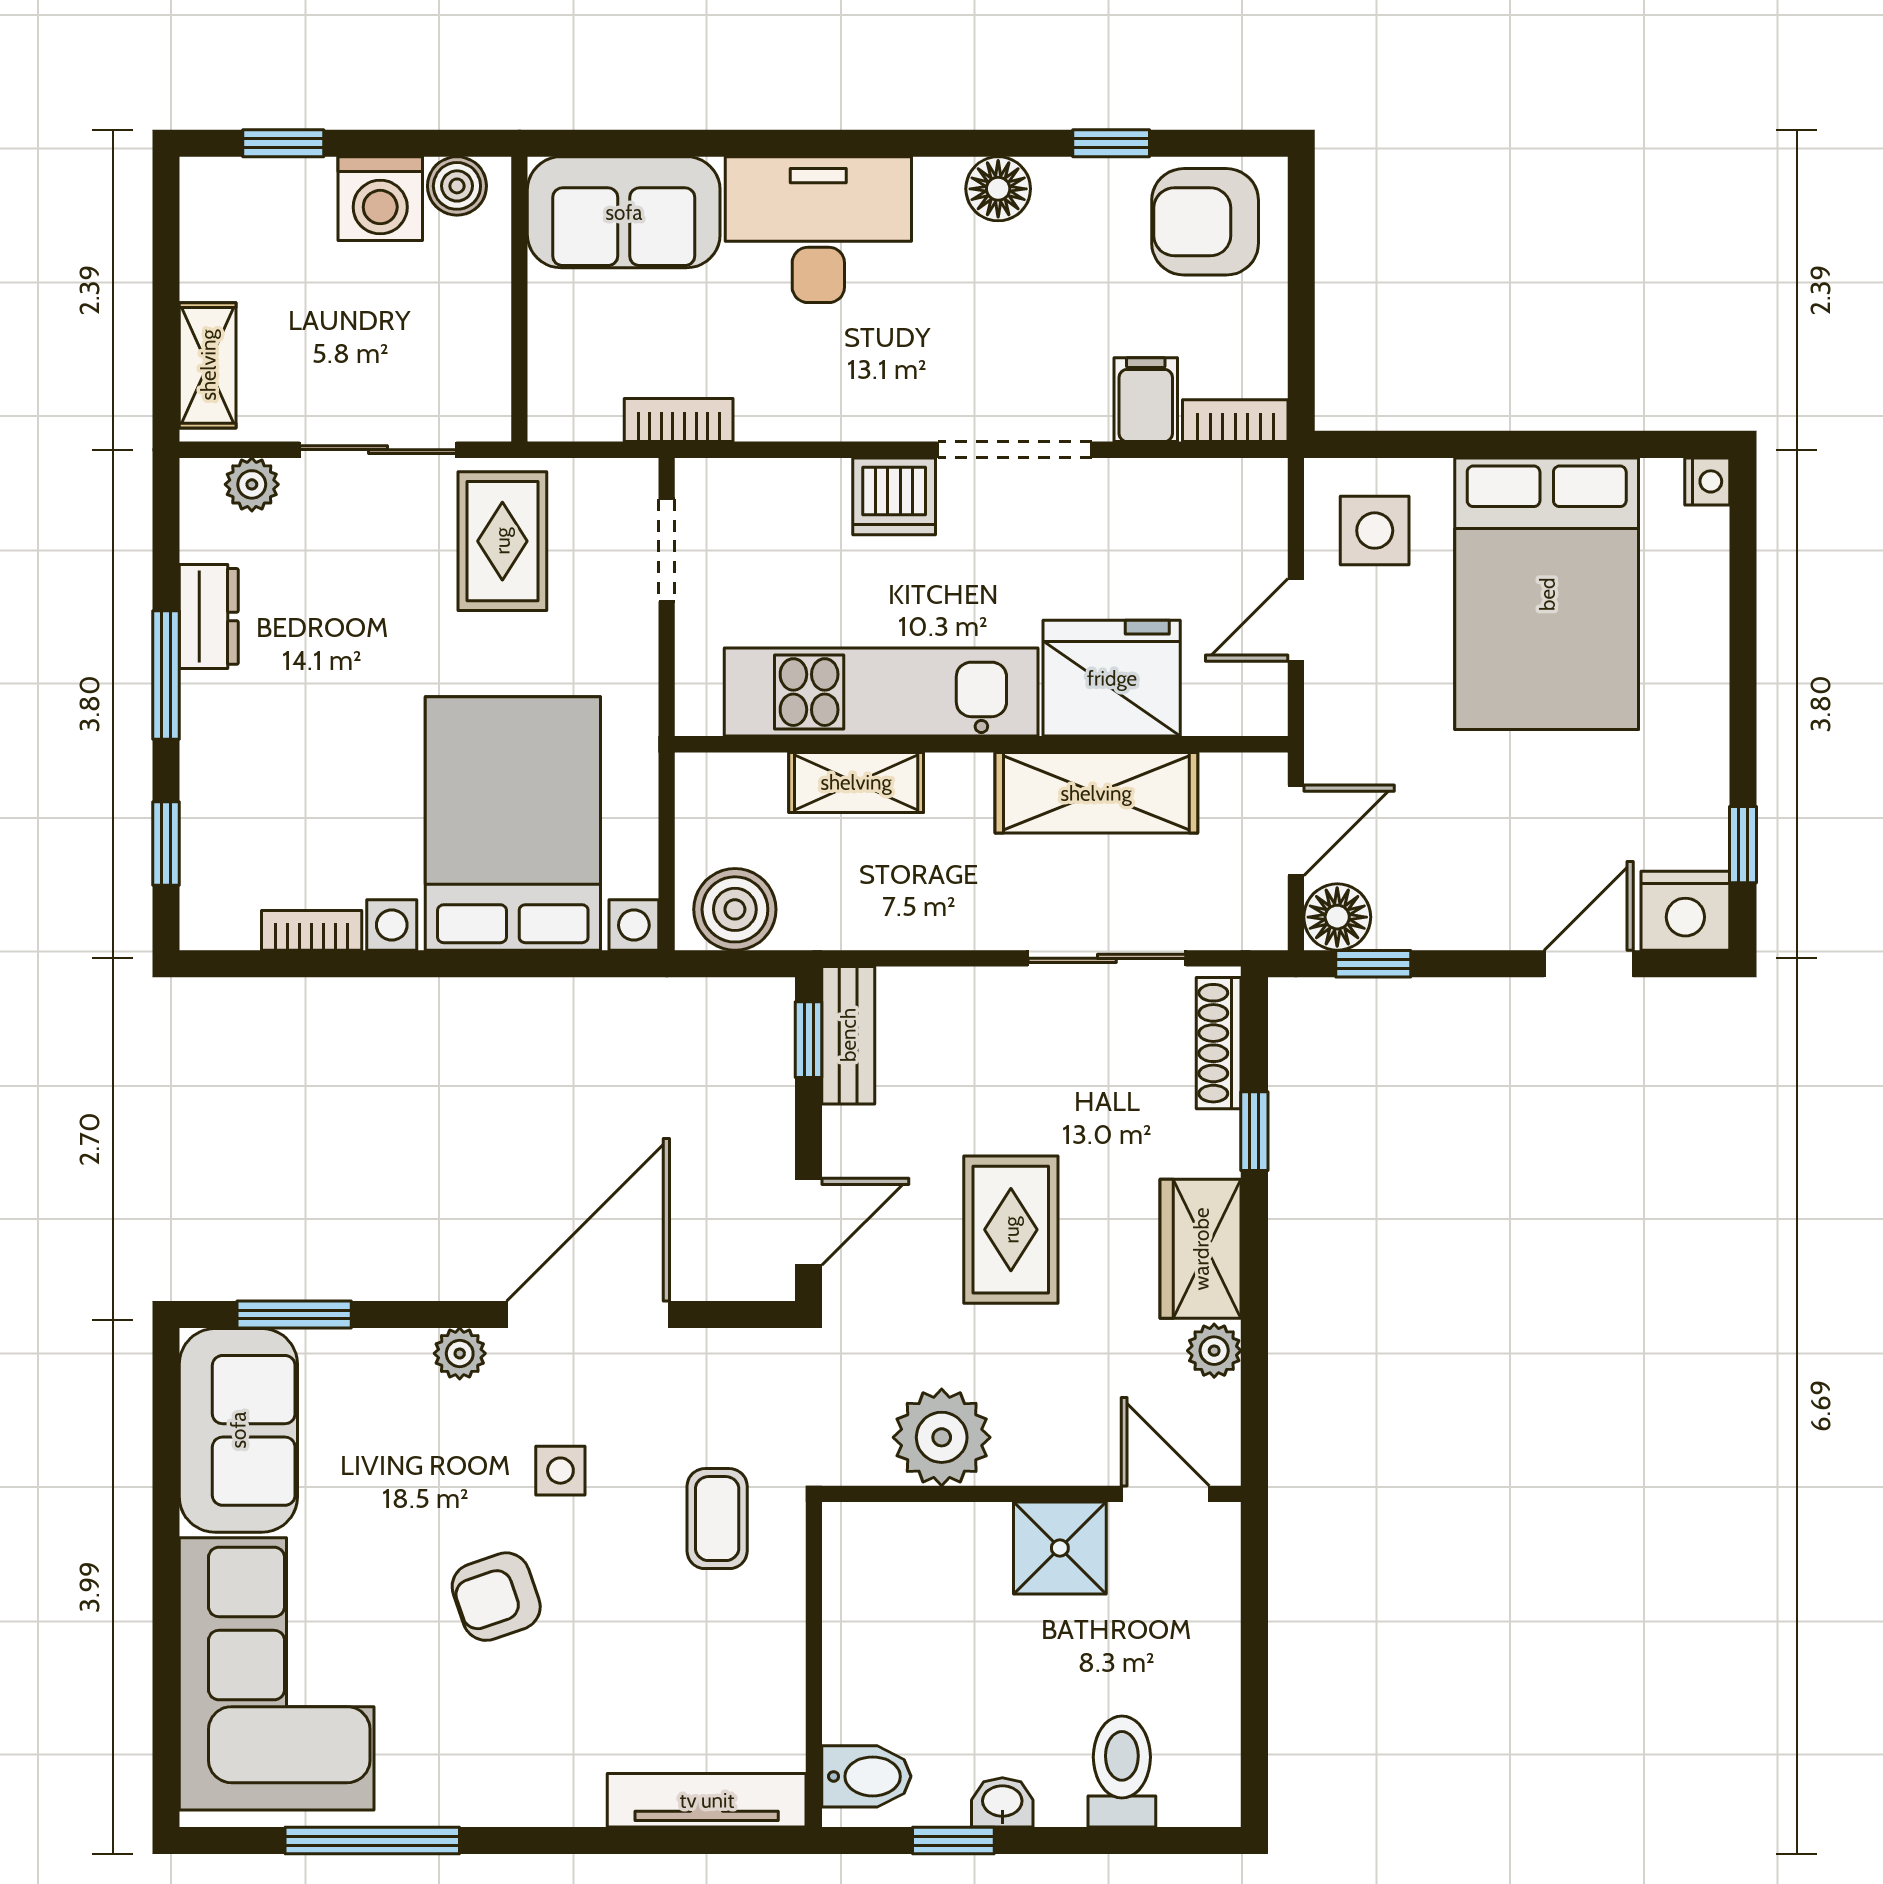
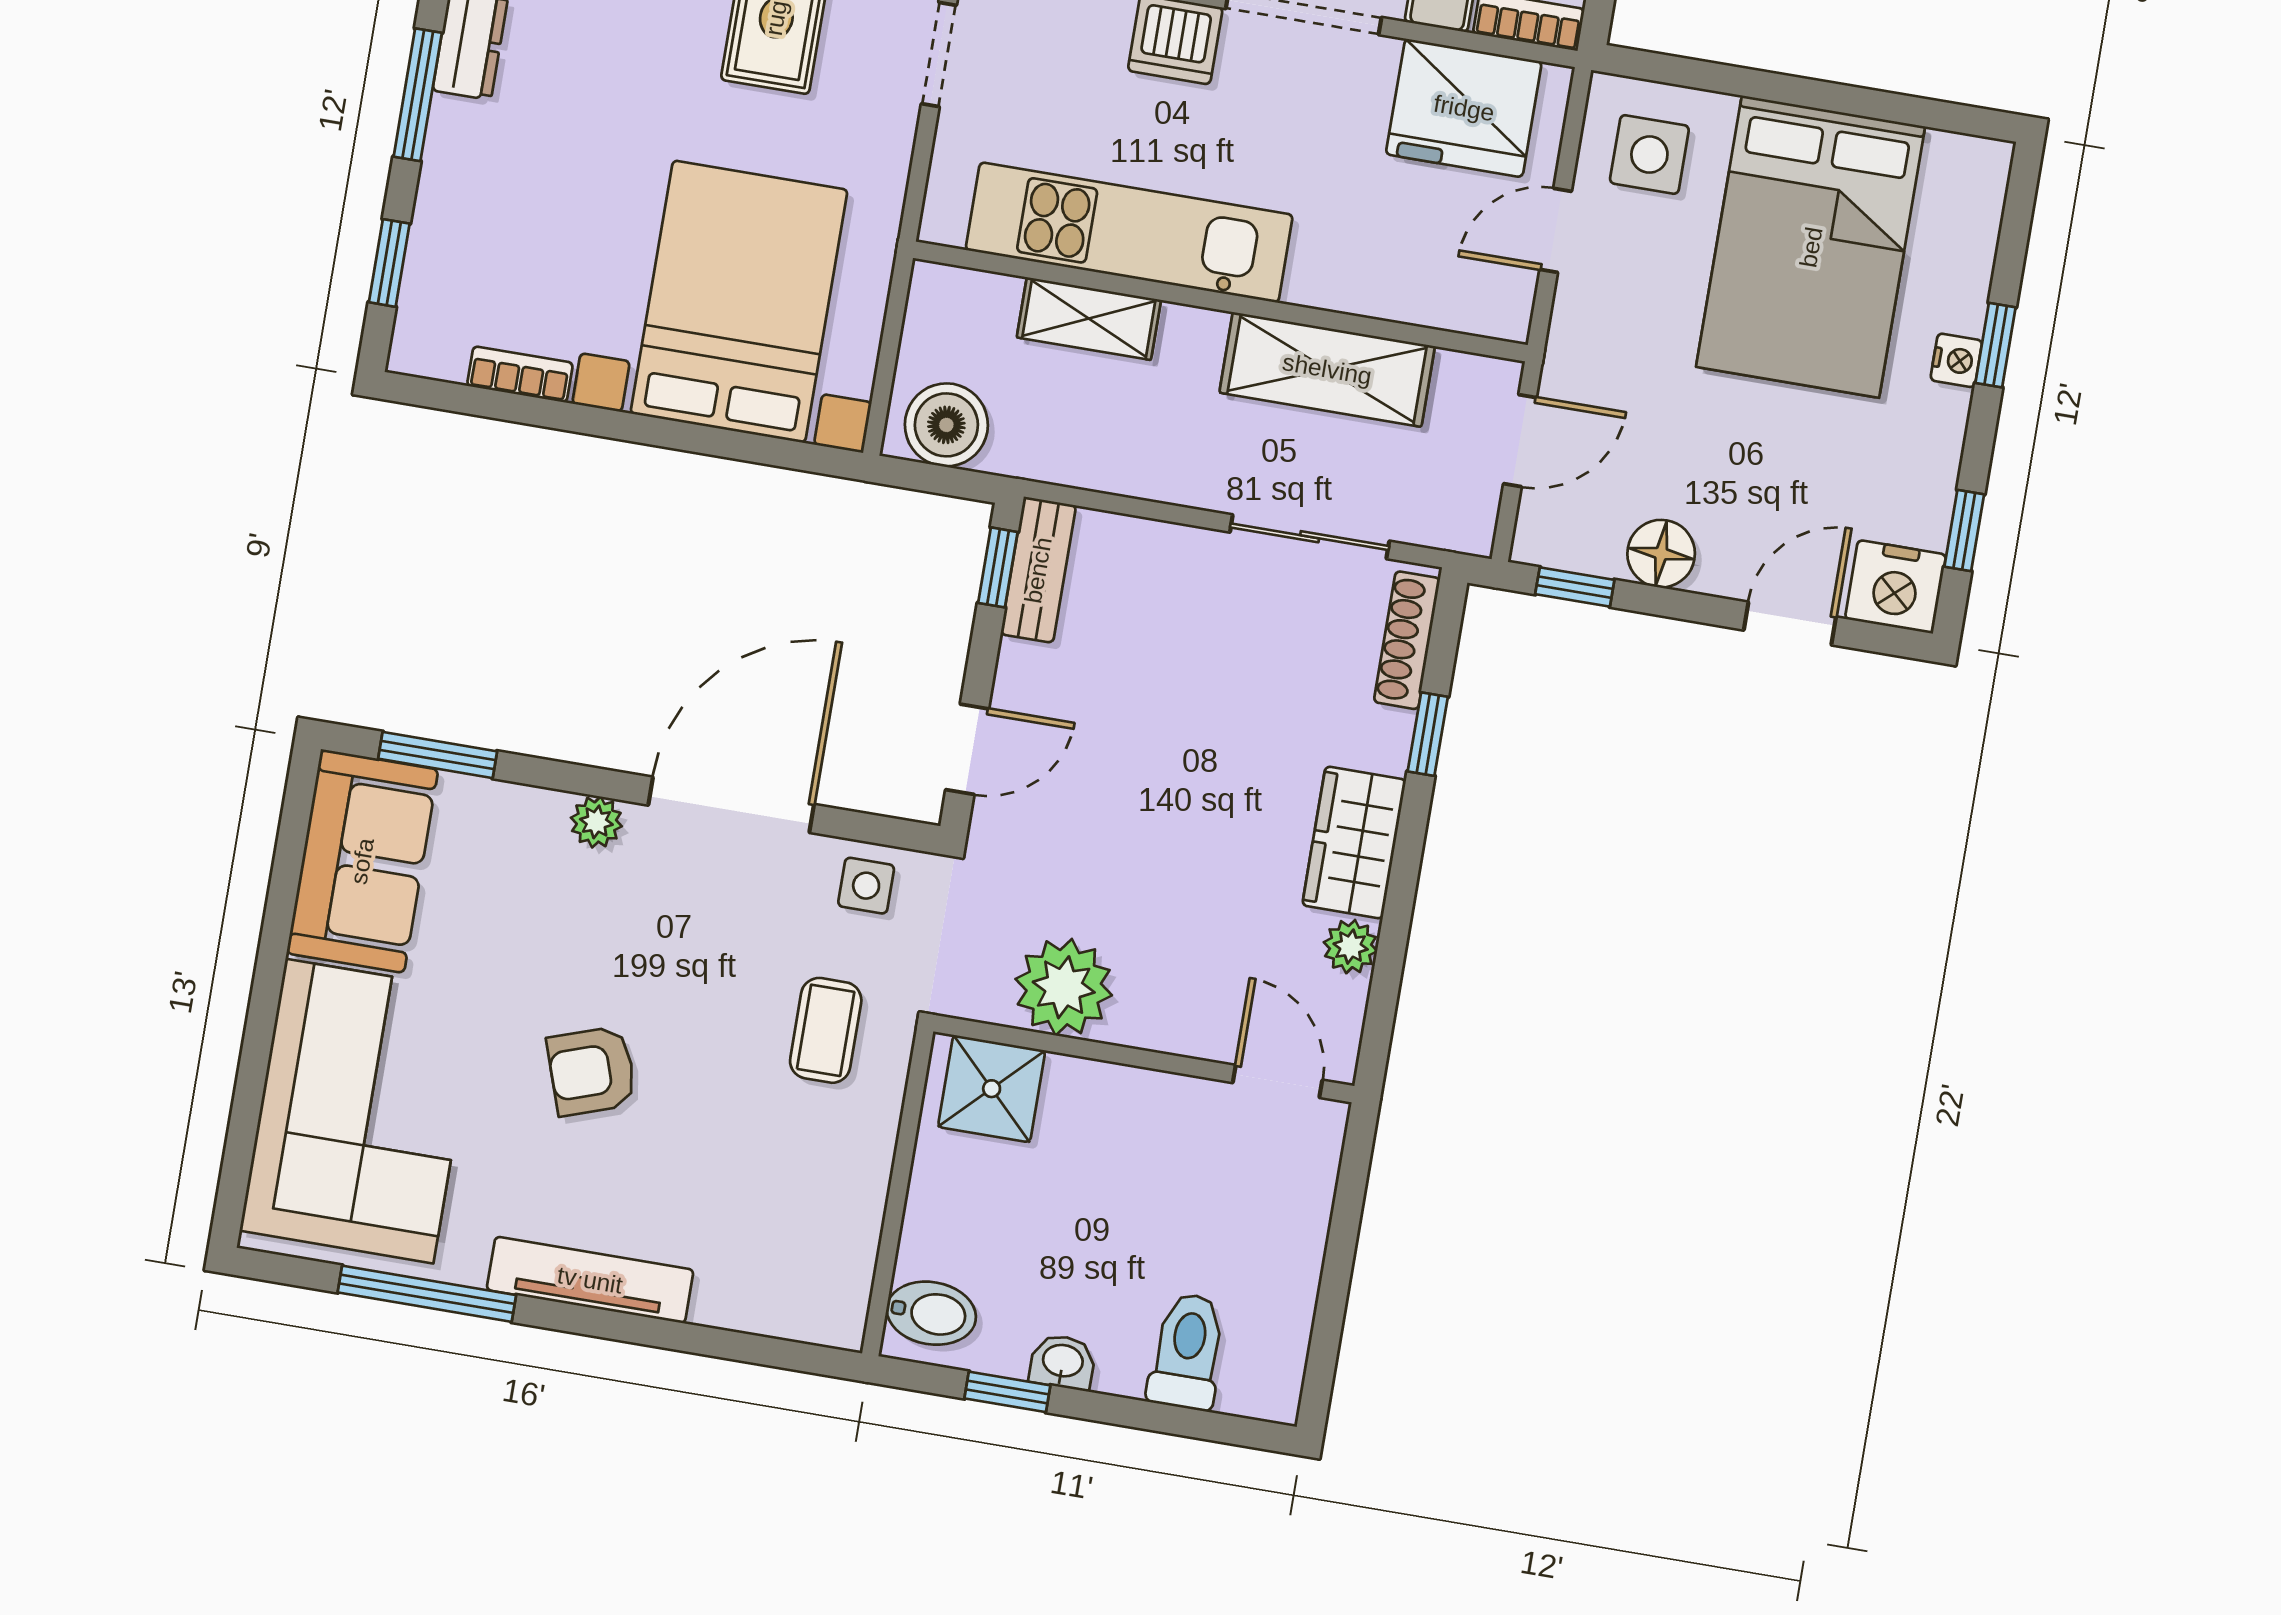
nightstand: (1707, 481) -> (1956, 360), moved
window: (1743, 659) -> (1996, 345), added
fridge: (1112, 678) -> (1464, 108), moved, turned 180
floor lamp: (1337, 917) -> (1661, 554), moved
rug: (1011, 1230) -> (1168, 791), removed
side table: (560, 1471) -> (866, 886), moved
shower: (1060, 1548) -> (992, 1089), moved
tv unit: (707, 1800) -> (590, 1280), moved

